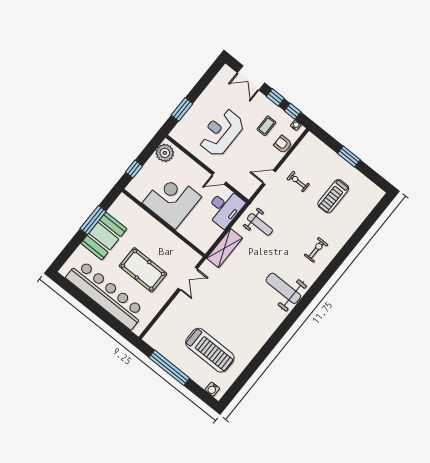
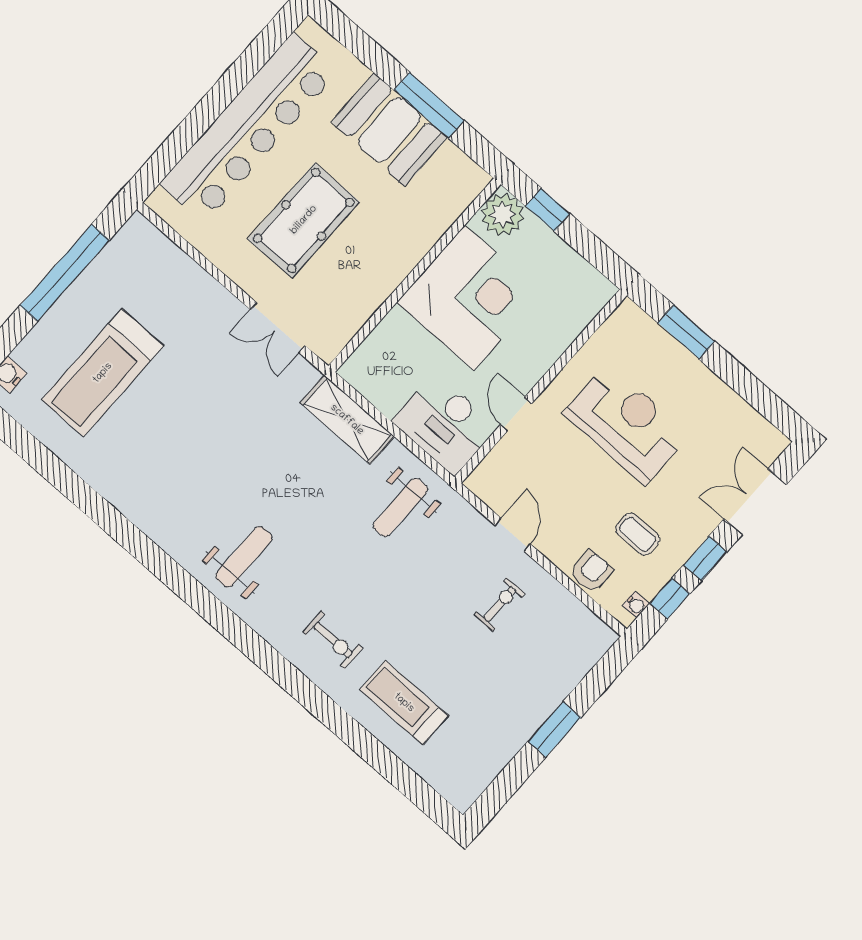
plant: (165, 153) -> (503, 215), moved
treadmill: (333, 196) -> (404, 703), moved
weight bench: (283, 288) -> (244, 557), width x0.73, depth x0.75

